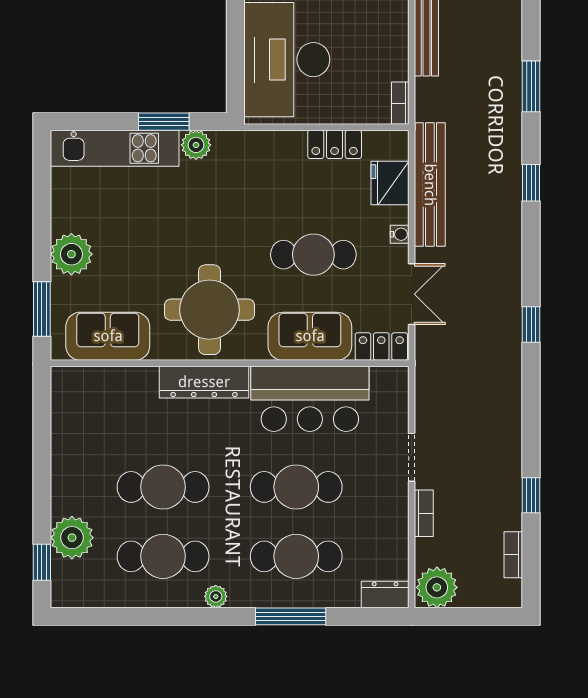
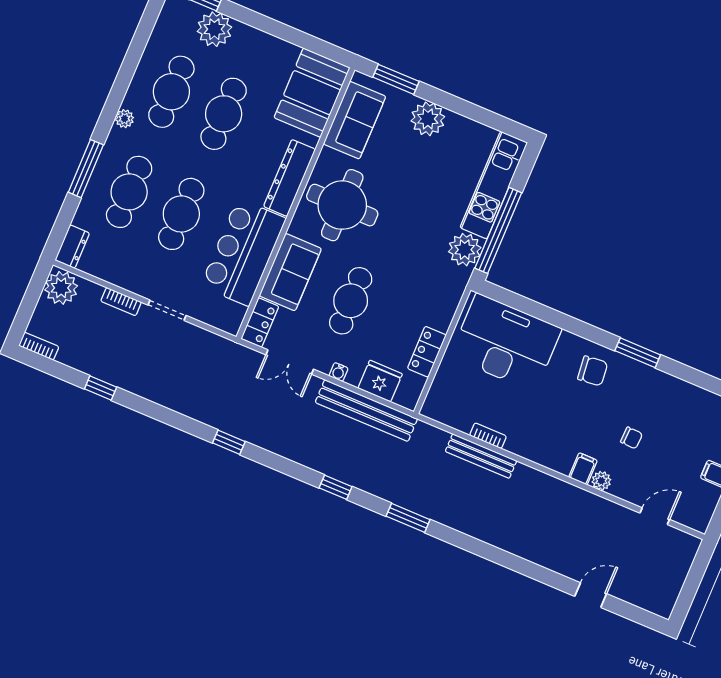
bookcase: (400, 103) -> (488, 436), moved
window: (164, 122) -> (498, 230), width x2.11
plant: (196, 145) -> (465, 250), width x1.36, depth x1.36
booth: (97, 397) -> (312, 93), added
bookcase: (513, 555) -> (39, 346), moved

